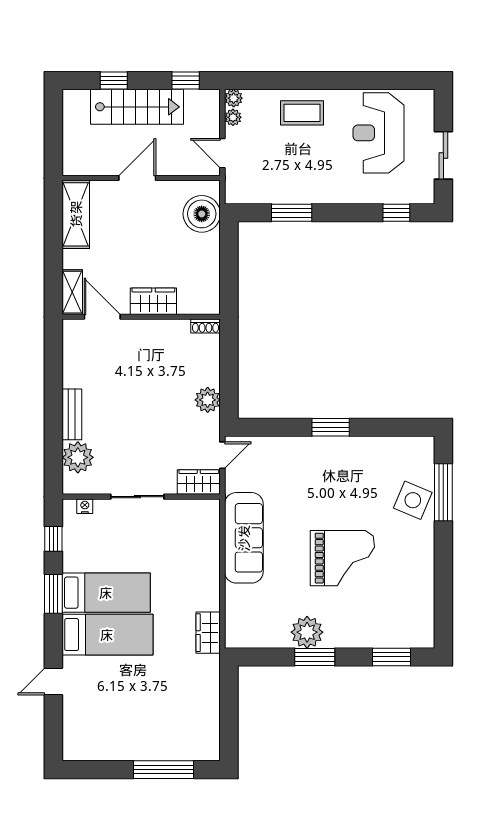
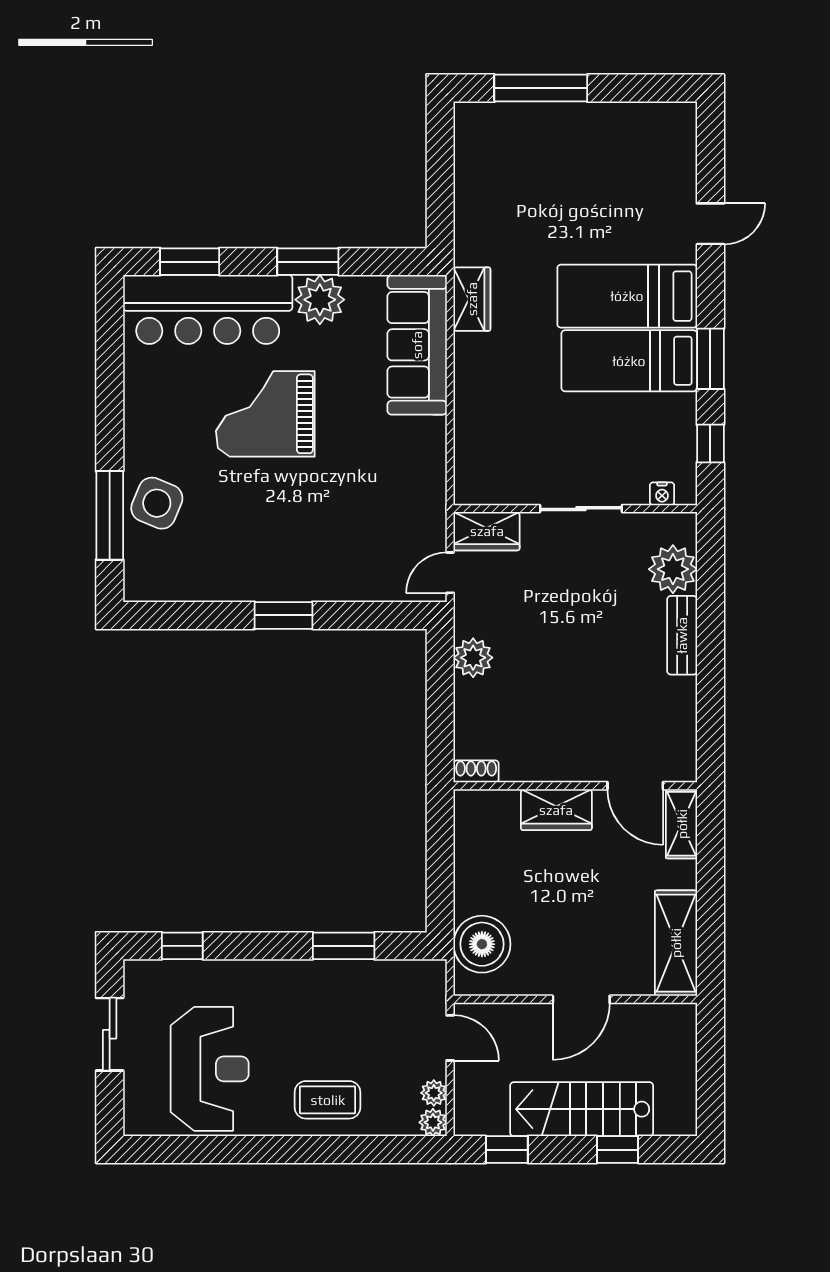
sofa: (244, 538) -> (417, 345), moved
bar counter: (380, 626) -> (208, 309), added

